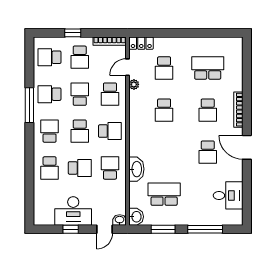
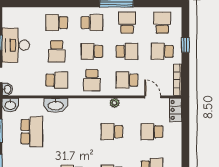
plant: (134, 84) -> (115, 103), moved

